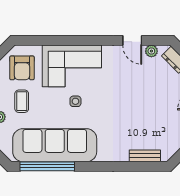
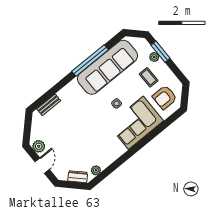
door: (132, 40) -> (112, 167), removed
armchair: (22, 68) -> (165, 97), turned -90
window: (47, 166) -> (90, 61), moved

